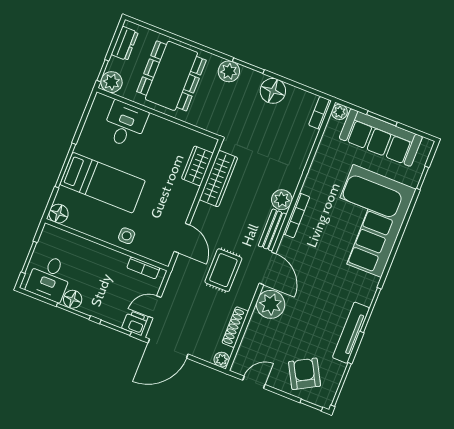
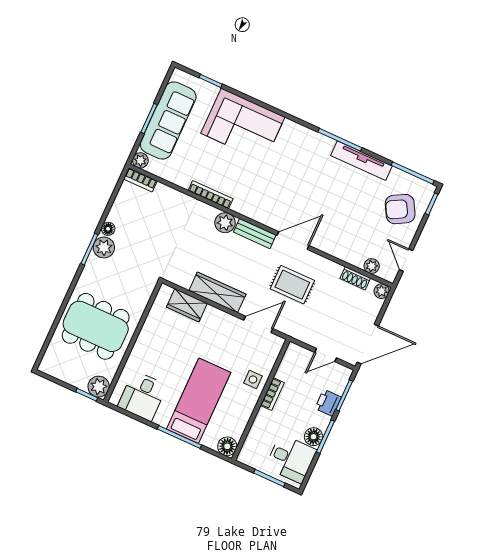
dresser: (125, 43) -> (61, 371), removed
plant: (229, 71) -> (104, 247), moved
floor lamp: (273, 91) -> (108, 229), width x0.53, depth x0.53
desk: (125, 124) -> (142, 396), moved, turned -90
wardrobe: (218, 179) -> (217, 292), moved
bookcase: (297, 215) -> (211, 195), moved
corner sofa: (367, 221) -> (243, 125), width x0.73, depth x0.74
bookcase: (143, 268) -> (272, 394), moved
plant: (271, 304) -> (372, 266), moved, width x0.53, depth x0.53
door: (155, 307) -> (326, 355), hinge flipped
printer: (135, 323) -> (328, 403), moved
shoe rack: (235, 327) -> (355, 278), width x0.70
door: (168, 348) -> (368, 344), hinge flipped

